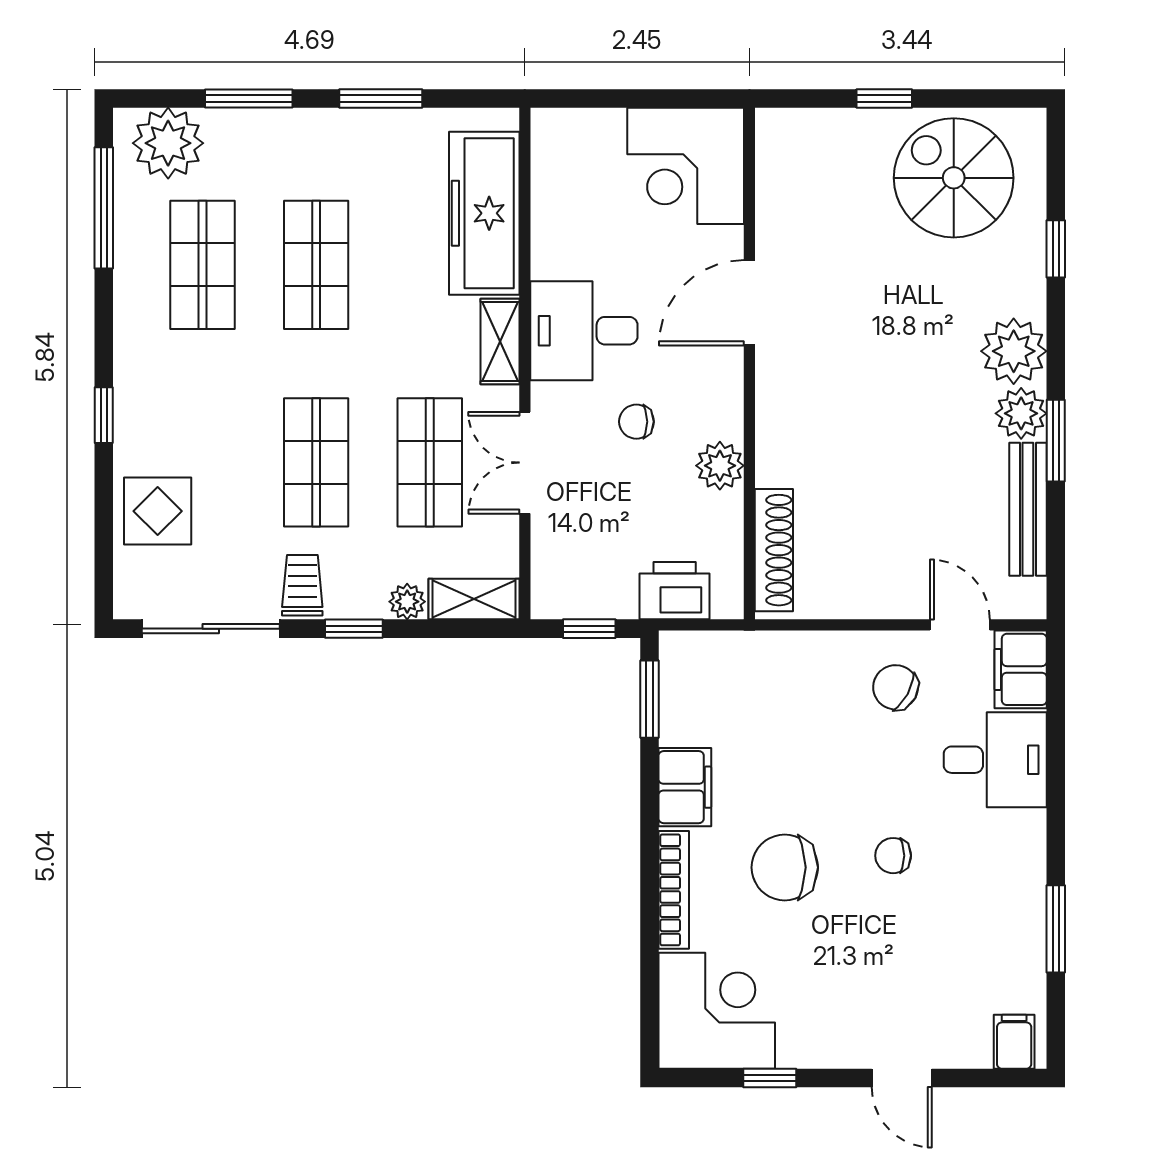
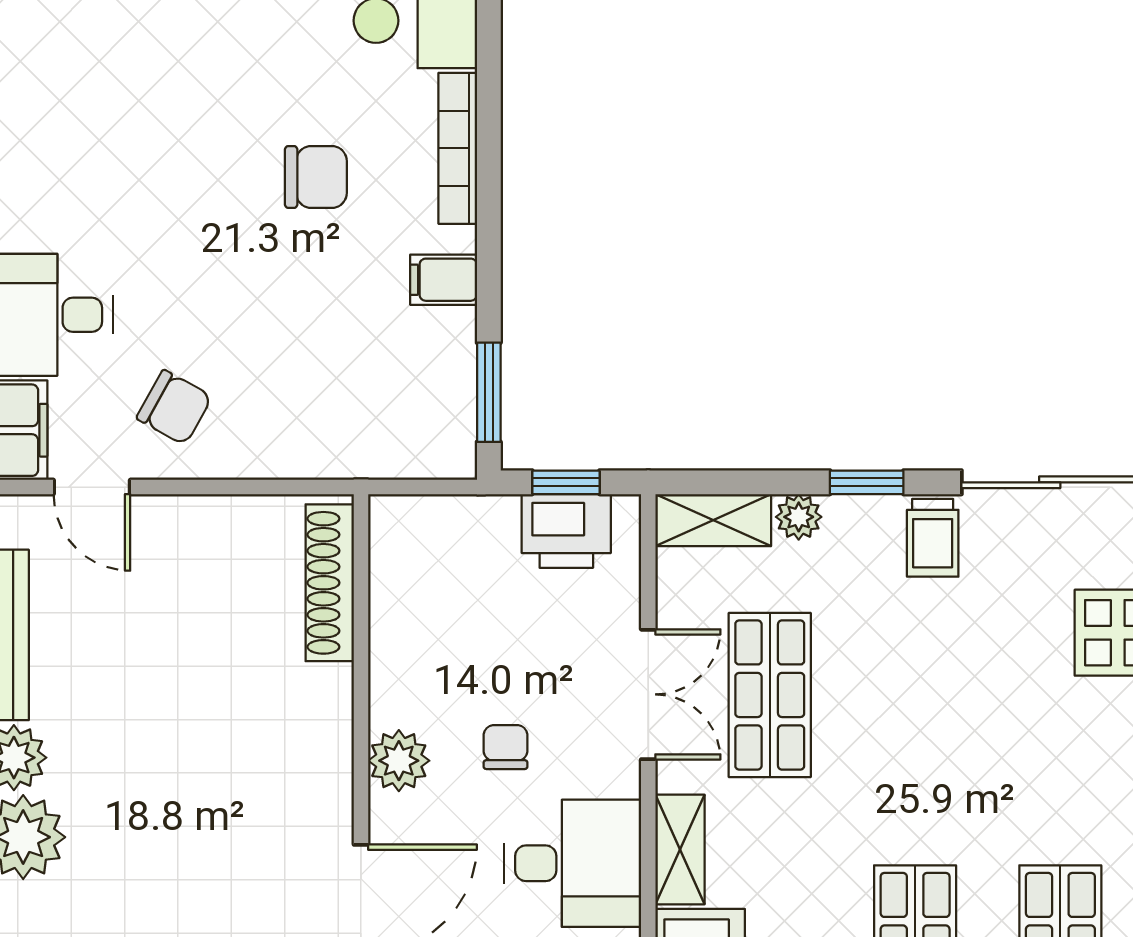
chair: (636, 422) -> (506, 747), turned -90
shop shelf: (316, 462) -> (915, 695), removed
plant: (720, 466) -> (399, 761), moved
printer: (675, 591) -> (566, 531), moved
filing cabinet: (685, 787) -> (444, 280), width x0.50
chair: (893, 856) -> (177, 192), removed
chair: (785, 867) -> (316, 177), width x0.73, depth x0.73

